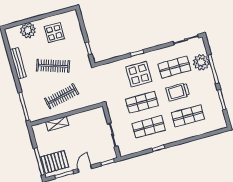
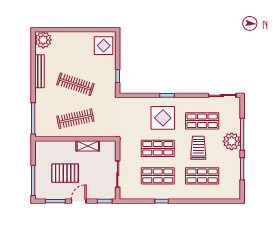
plant: (28, 30) -> (43, 40), moved
display table: (54, 33) -> (104, 46), moved
plant: (201, 62) -> (232, 141), moved
trolley: (178, 92) -> (198, 148), turned 90
shelving: (57, 124) -> (88, 146), moved
pallet: (55, 162) -> (65, 173), moved

